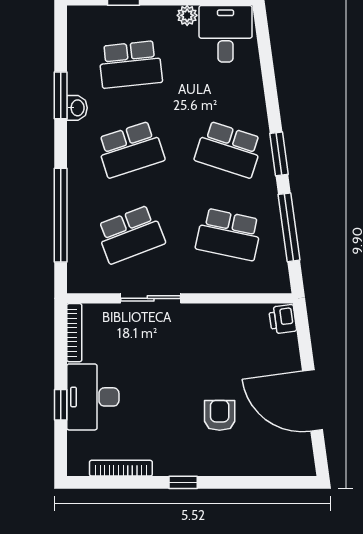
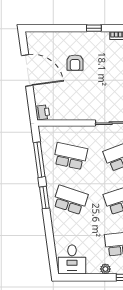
plant: (187, 15) -> (105, 269), moved

